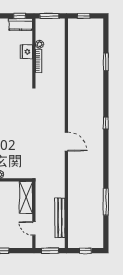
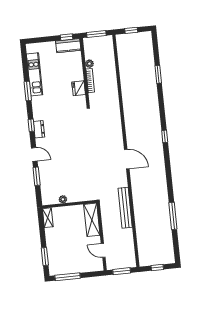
fridge: (26, 52) -> (79, 88), moved
bench: (60, 218) -> (125, 208), moved

